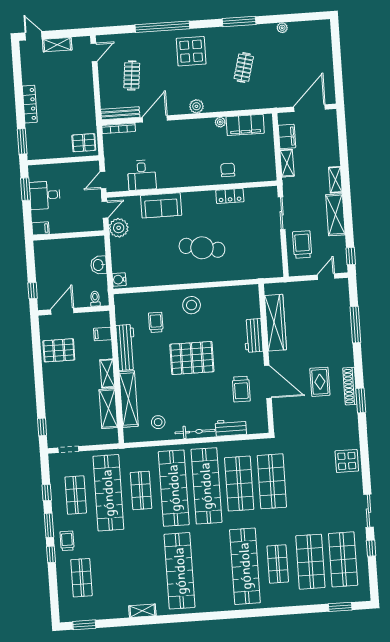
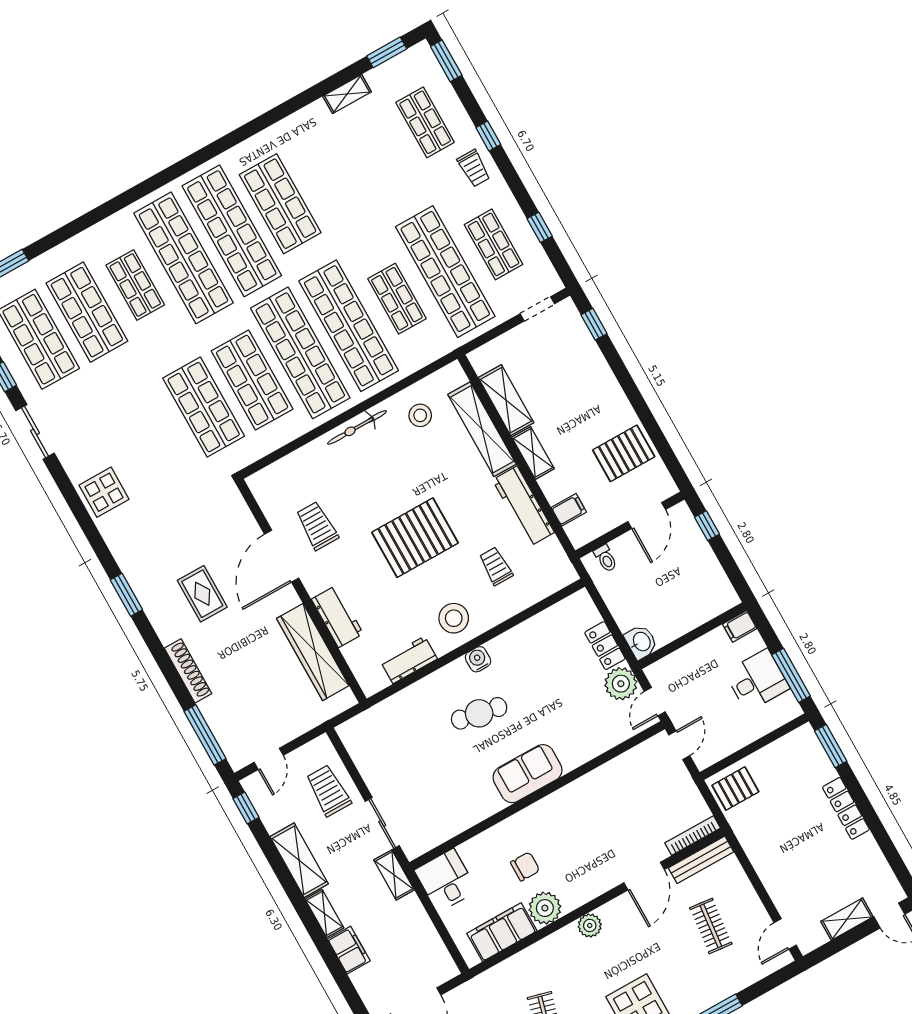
plant: (220, 122) -> (545, 908), width x1.87, depth x1.87
filing cabinet: (287, 136) -> (349, 950), moved, turned 180
shelving: (287, 163) -> (394, 875), moved
chair: (228, 170) -> (525, 866), moved, turned -90
desk: (142, 175) -> (446, 880), moved
window: (25, 189) -> (791, 675), width x1.44
locker: (230, 196) -> (605, 646), moved, turned -90
sofa: (161, 205) -> (528, 774), moved
trolley: (302, 245) -> (328, 791), turned 180
cafe table: (202, 248) -> (479, 713), width x0.73, depth x0.74
washbasin: (99, 265) -> (641, 642), moved
water cooler: (119, 280) -> (478, 659), moved, turned -90
trolley: (156, 322) -> (496, 566), turned 180
window: (355, 325) -> (205, 735), moved
door: (268, 382) -> (282, 556), hinge flipped
shoe rack: (350, 386) -> (188, 671), moved
workbench: (231, 428) -> (409, 660), moved, turned 180
window: (49, 525) -> (446, 61), moved
shop shelf: (212, 569) -> (232, 231), added
shop shelf: (180, 571) -> (280, 204), width x0.71
shelving: (142, 611) -> (347, 94), moved

